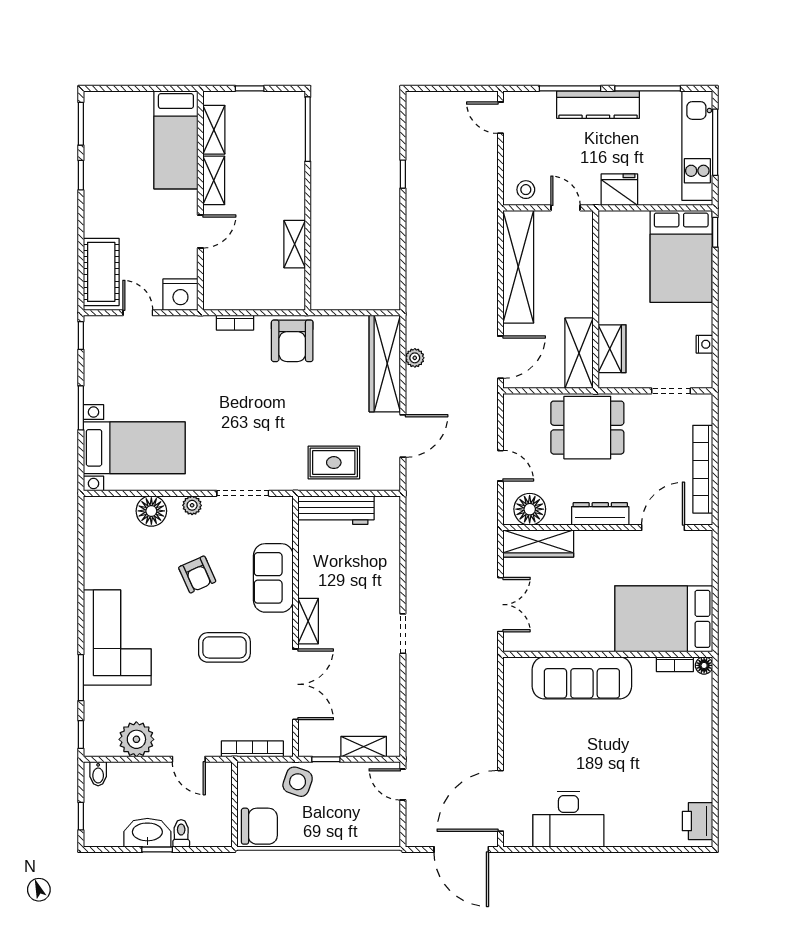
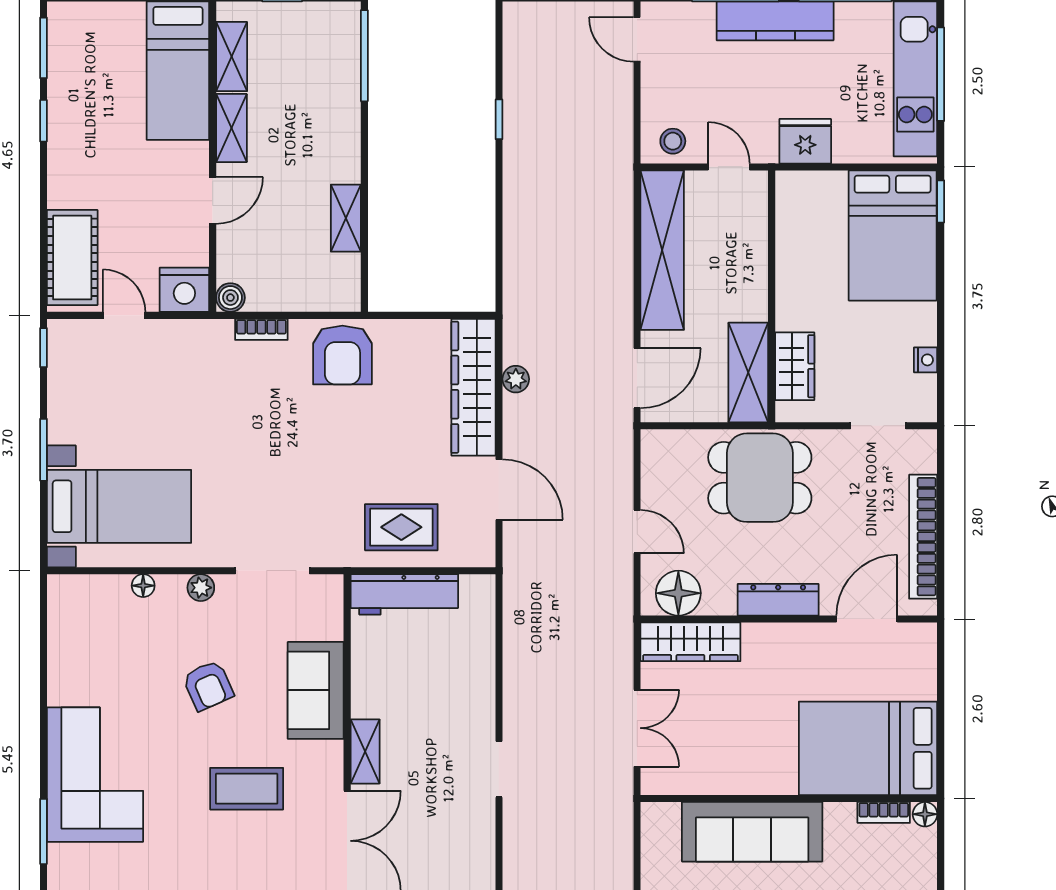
boiler: (213, 300) -> (230, 298), added
door: (403, 436) -> (499, 490), hinge flipped
floor lamp: (151, 511) -> (143, 586), width x0.53, depth x0.53

